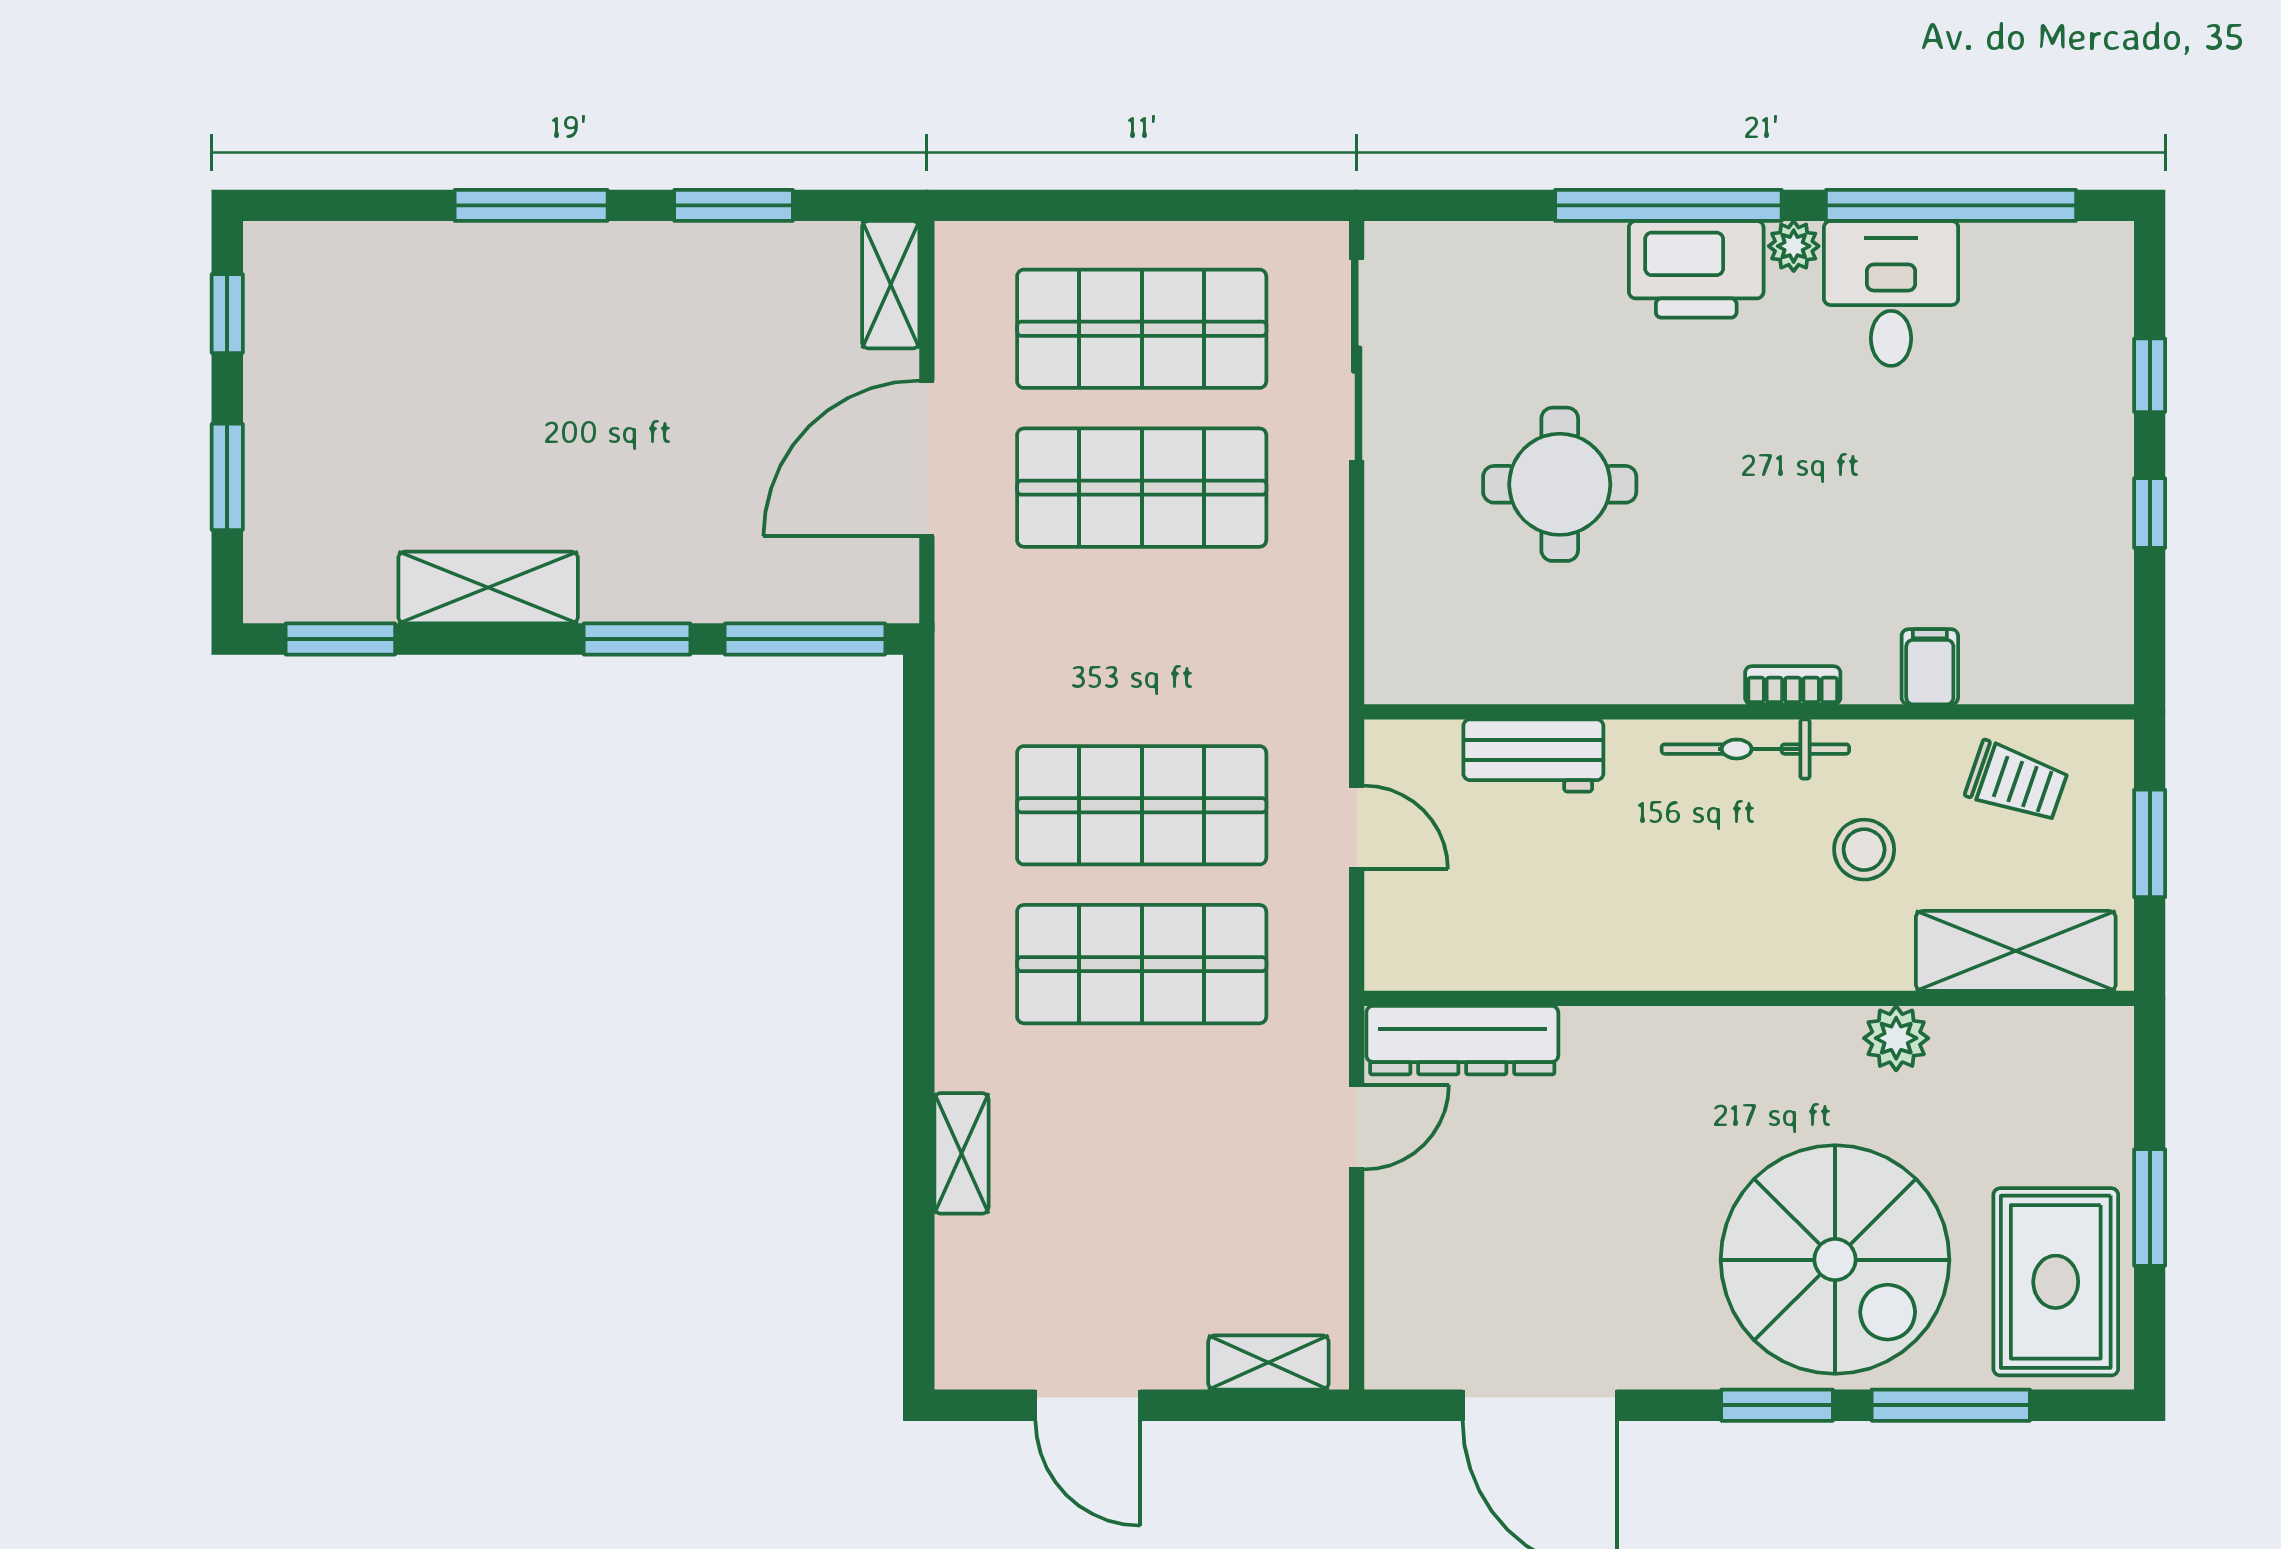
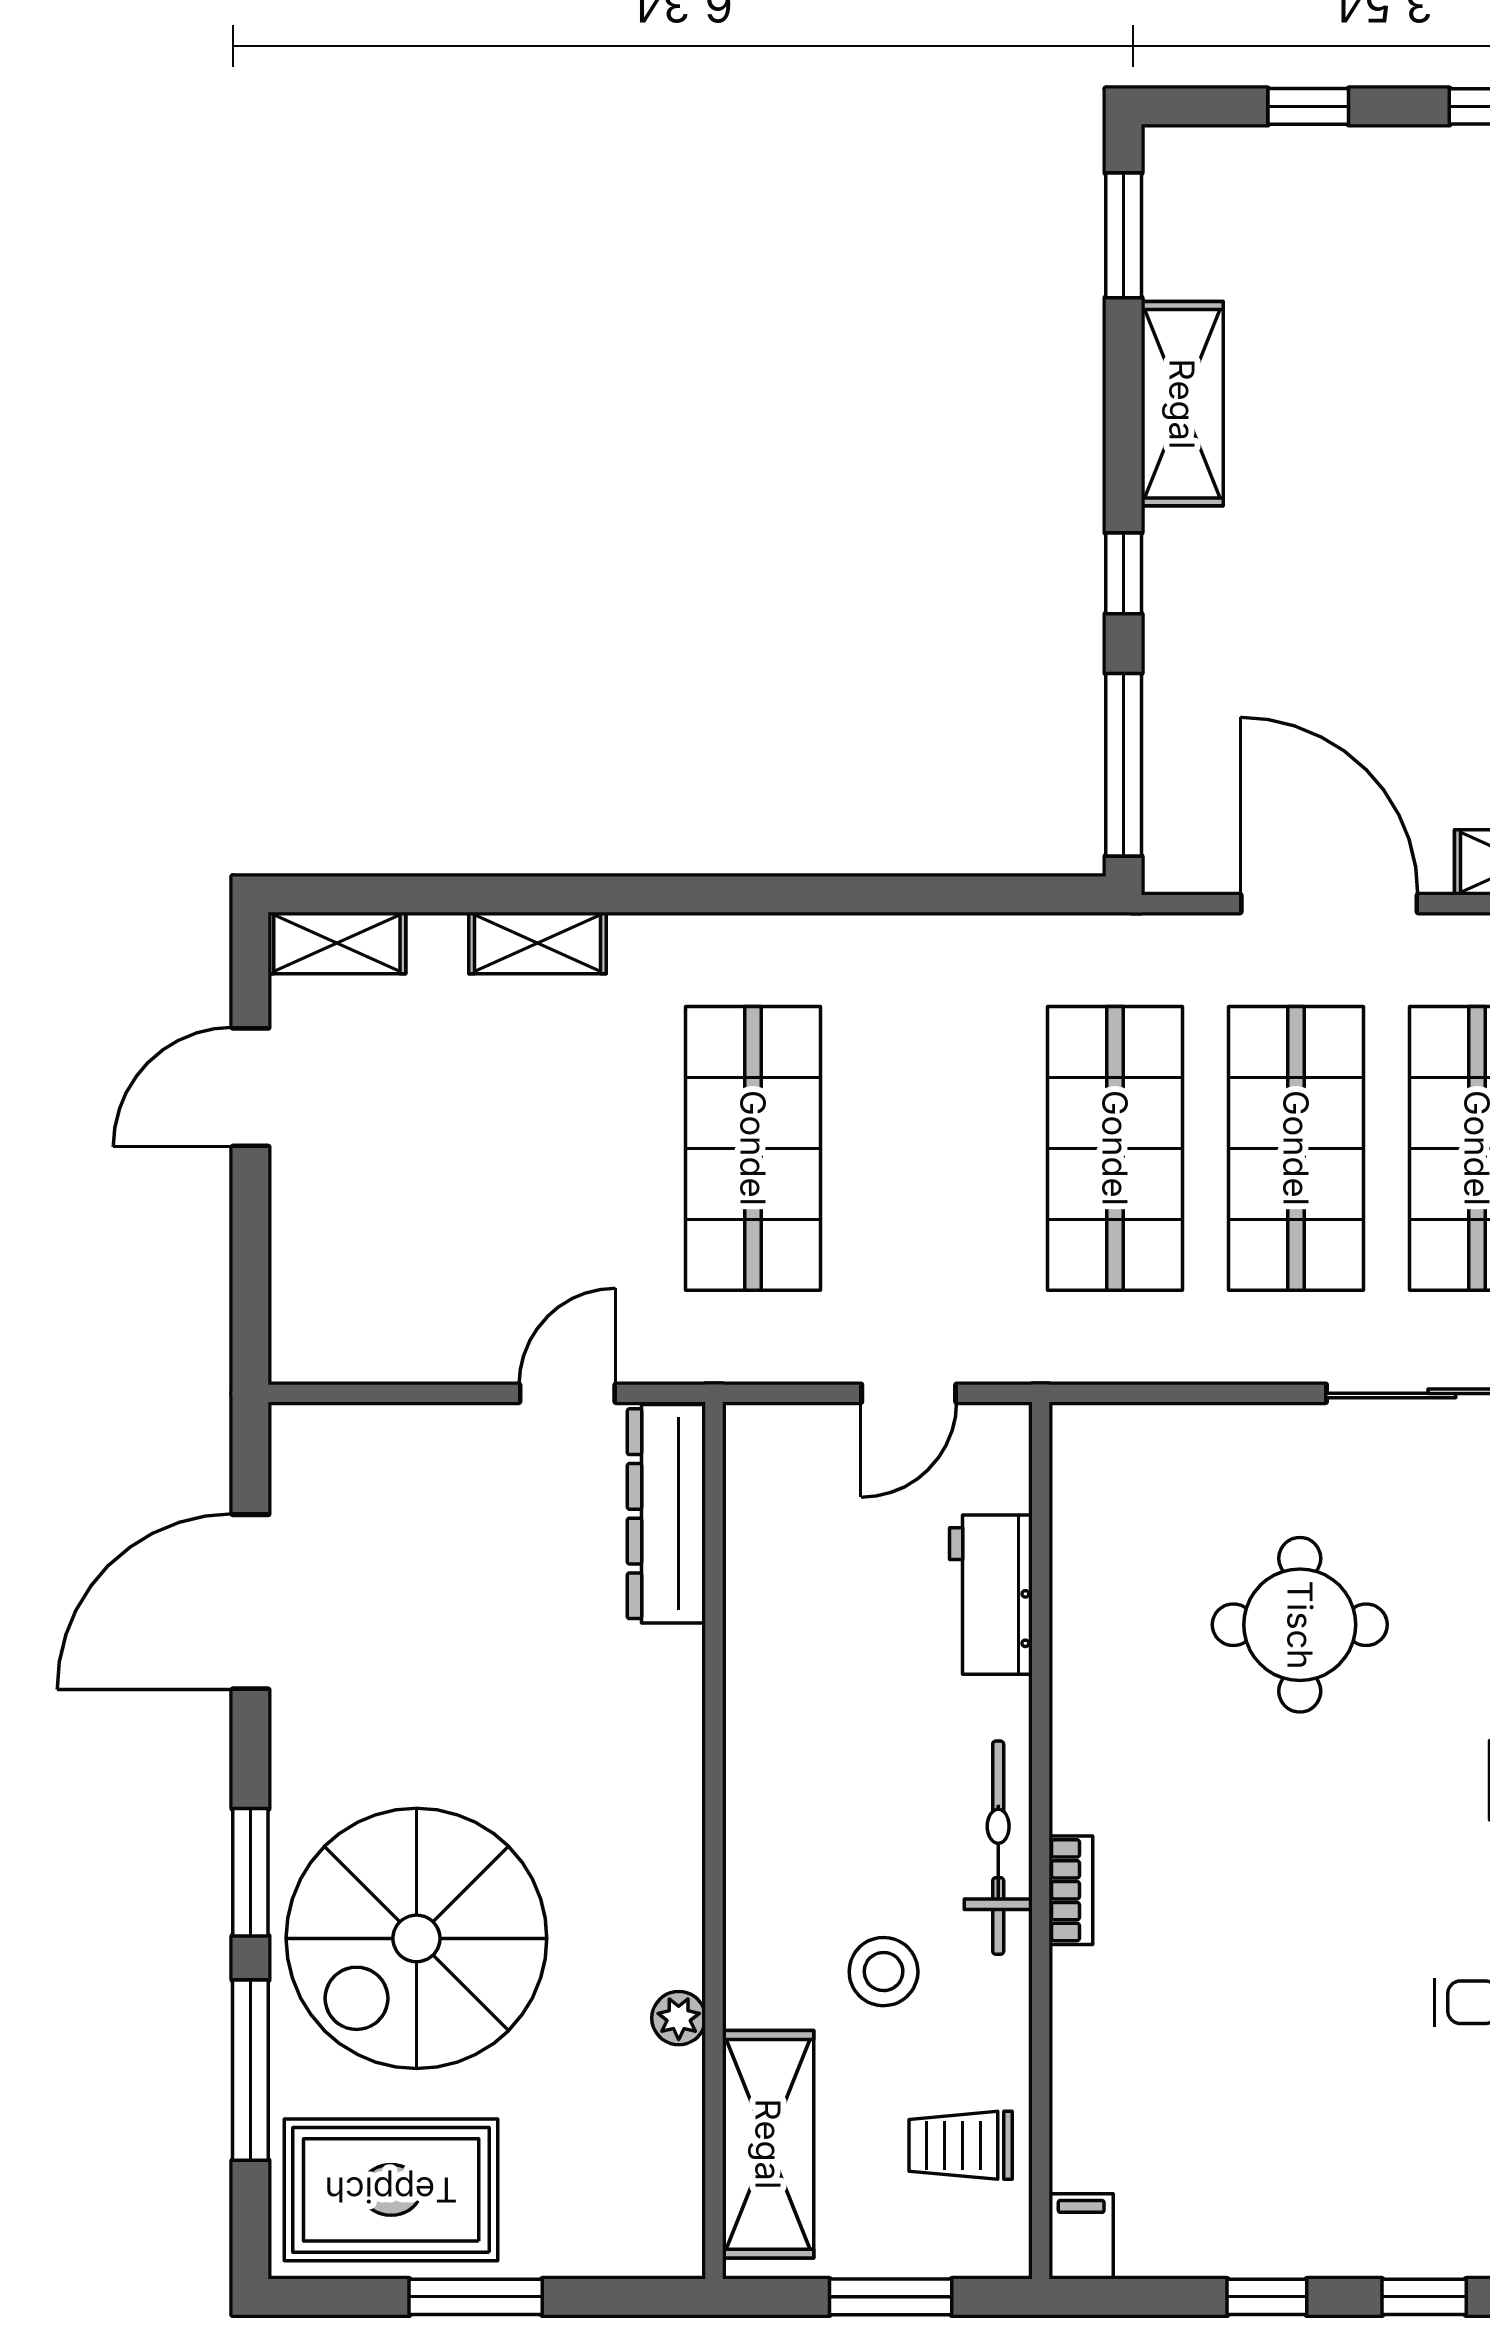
window: (227, 477) -> (1308, 106), width x0.67
window: (637, 639) -> (1124, 573), width x0.67
filing cabinet: (1930, 667) -> (1081, 2236), moved, turned -90
trolley: (2017, 782) -> (961, 2145), turned 71
shop shelf: (1142, 805) -> (1115, 1148), moved
plant: (1896, 1038) -> (679, 2018), width x0.73, depth x0.73
door: (1357, 1127) -> (567, 1393), swing flipped
shelving: (1268, 1363) -> (337, 943), moved, turned 90

